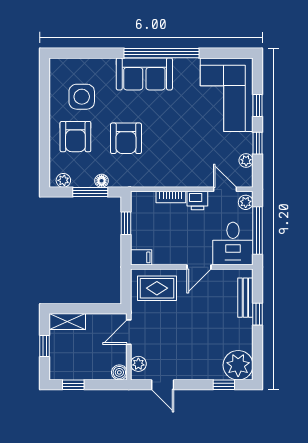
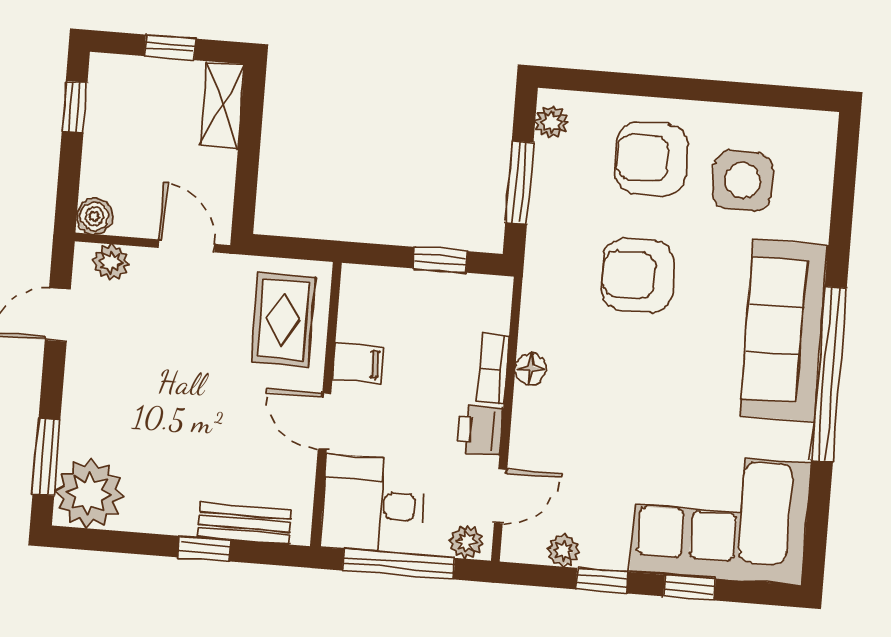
sofa: (144, 74) -> (784, 330), width x1.36
floor lamp: (102, 181) -> (531, 369), moved
filing cabinet: (141, 257) -> (358, 363), moved, turned -90
window: (224, 385) -> (46, 457), width x1.50

